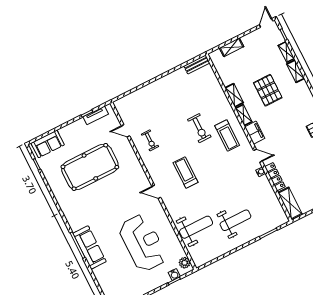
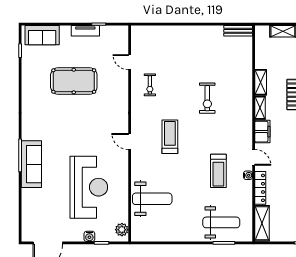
tv unit: (96, 115) -> (85, 31), moved
treadmill: (227, 135) -> (218, 171), moved
pool table: (90, 167) -> (74, 81), width x0.73, depth x0.76
weight bench: (235, 220) -> (221, 222), moved
water cooler: (174, 274) -> (89, 236), moved

